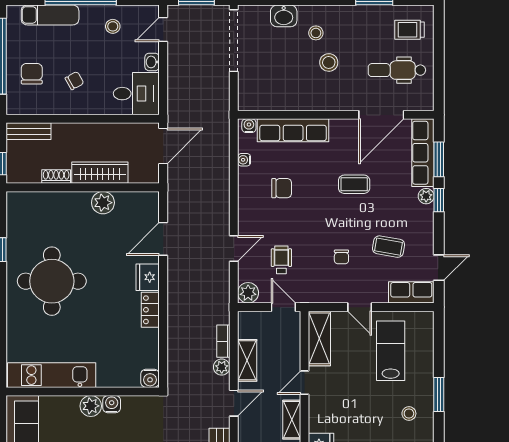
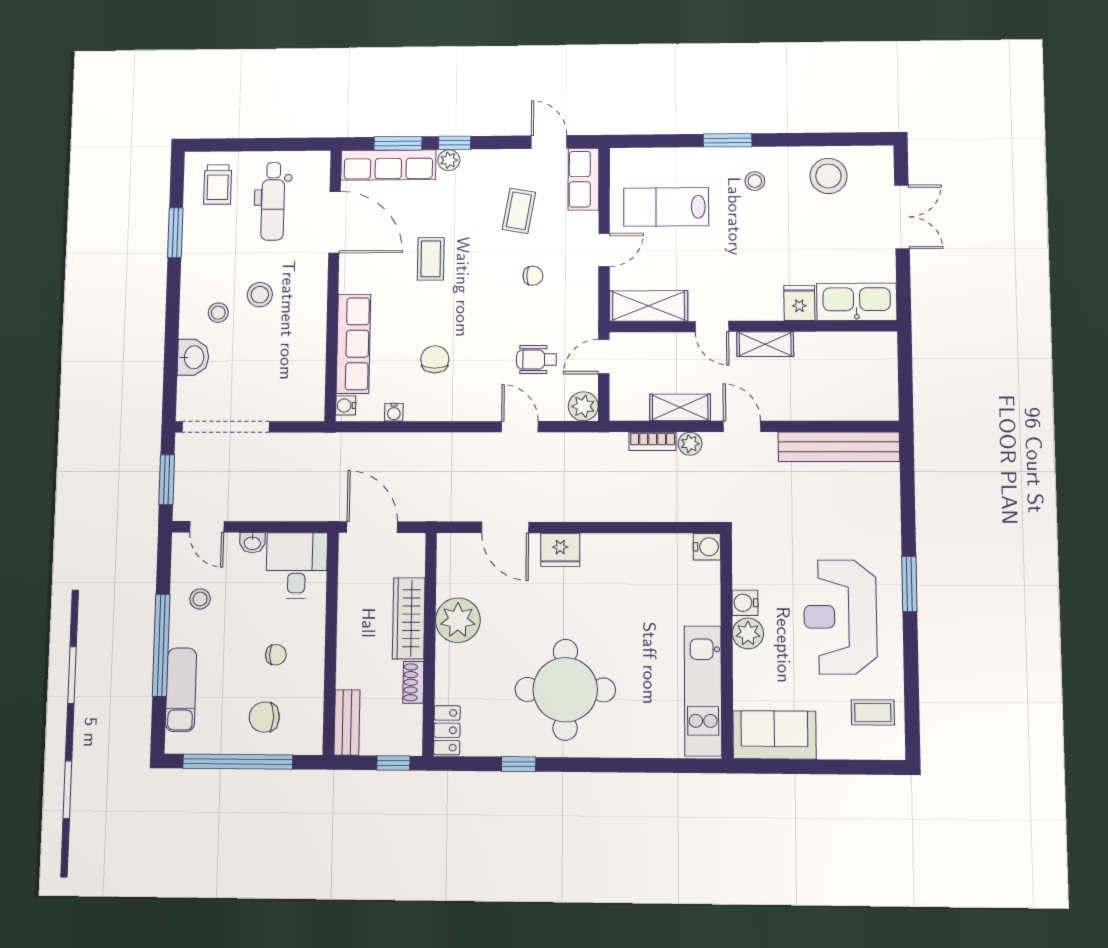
chair: (74, 81) -> (276, 655), turned 119
plant: (103, 203) -> (458, 620), width x1.36, depth x1.36
locker: (150, 310) -> (447, 730), moved, turned -90

